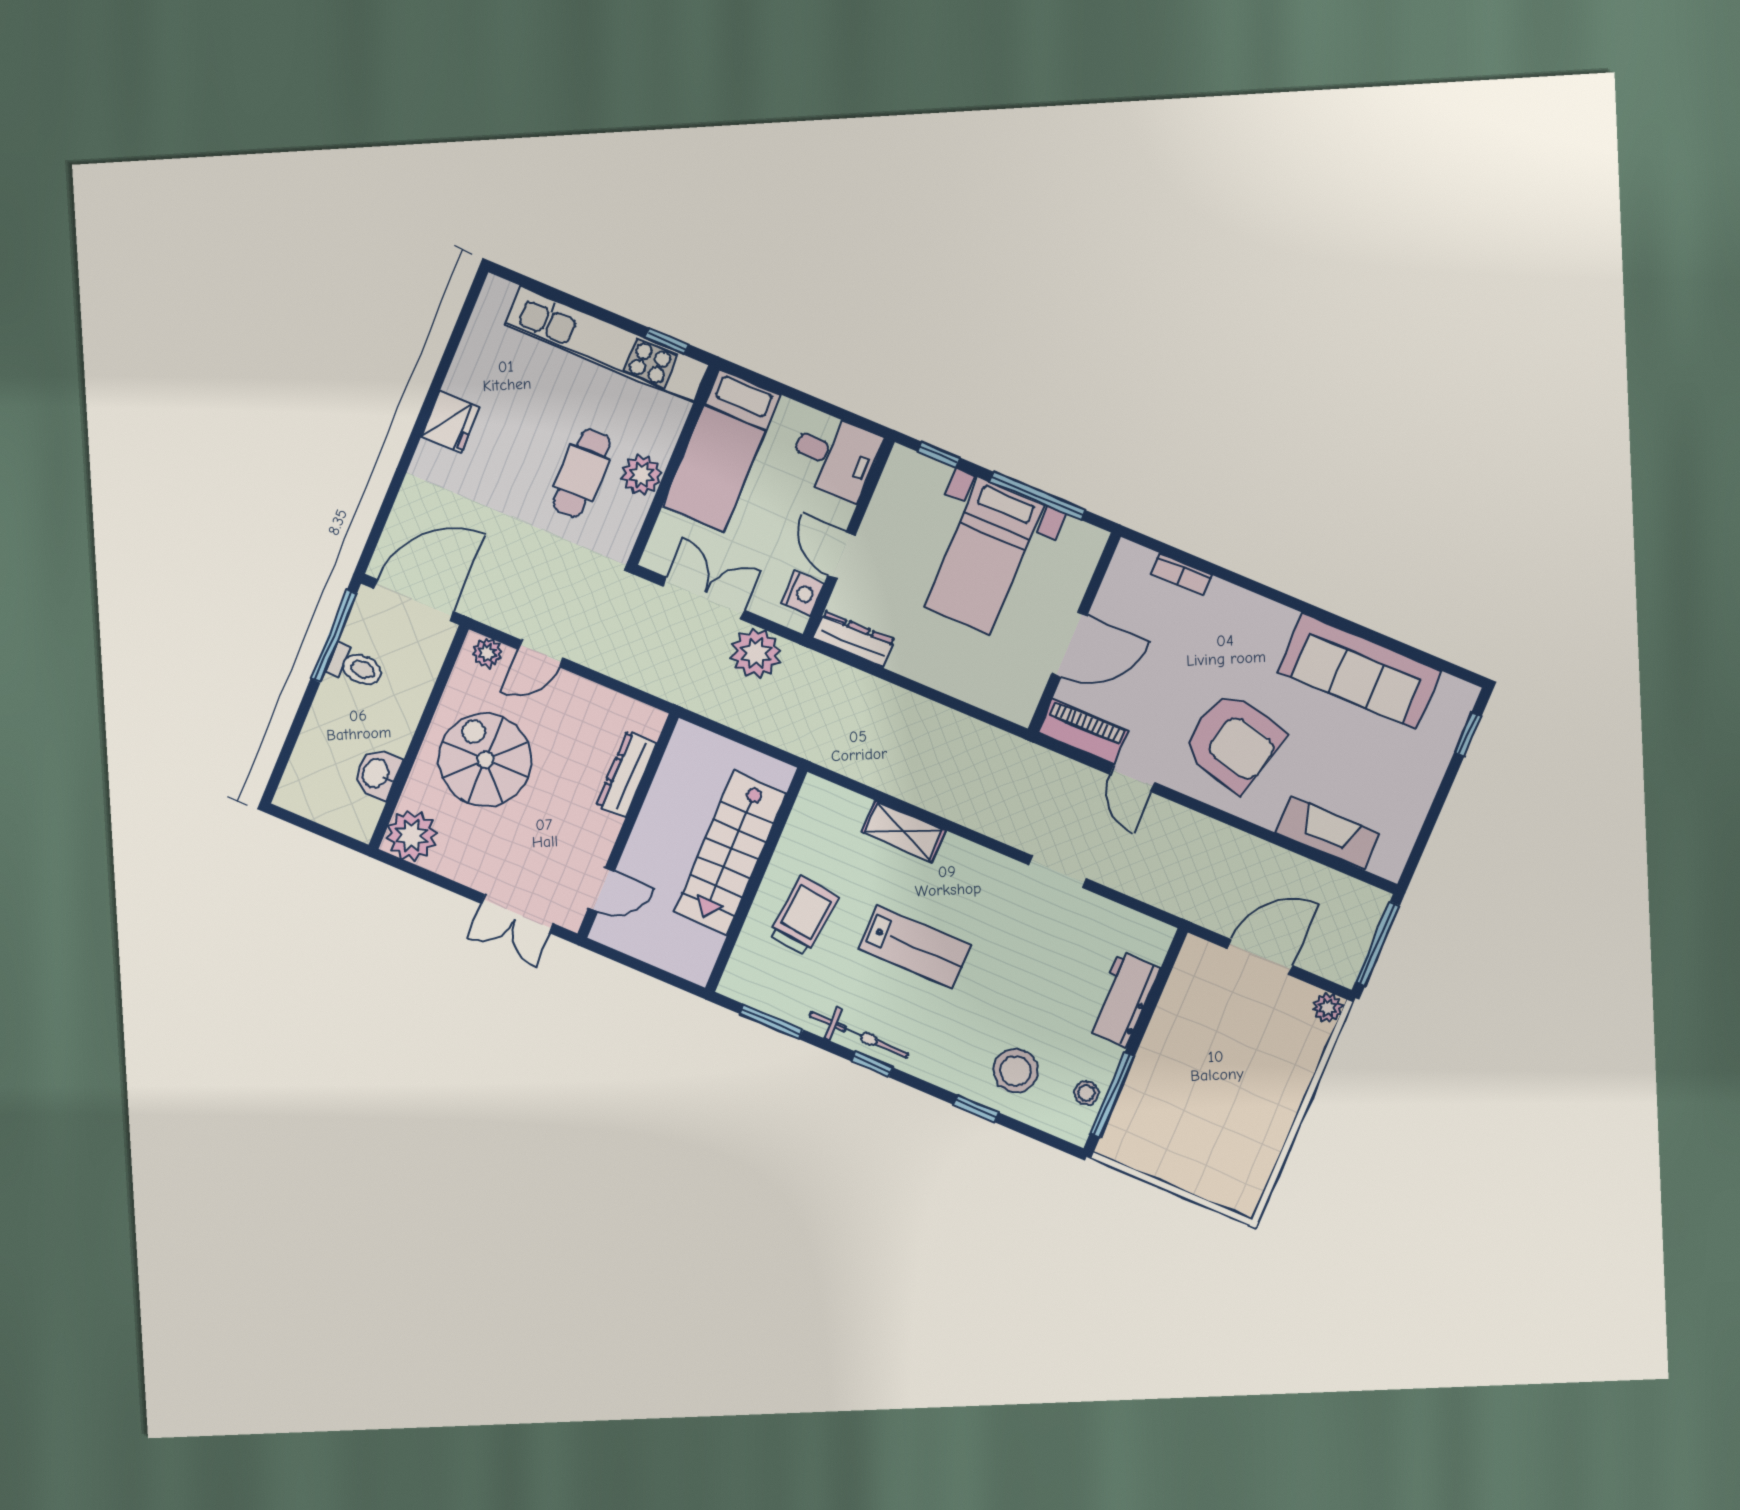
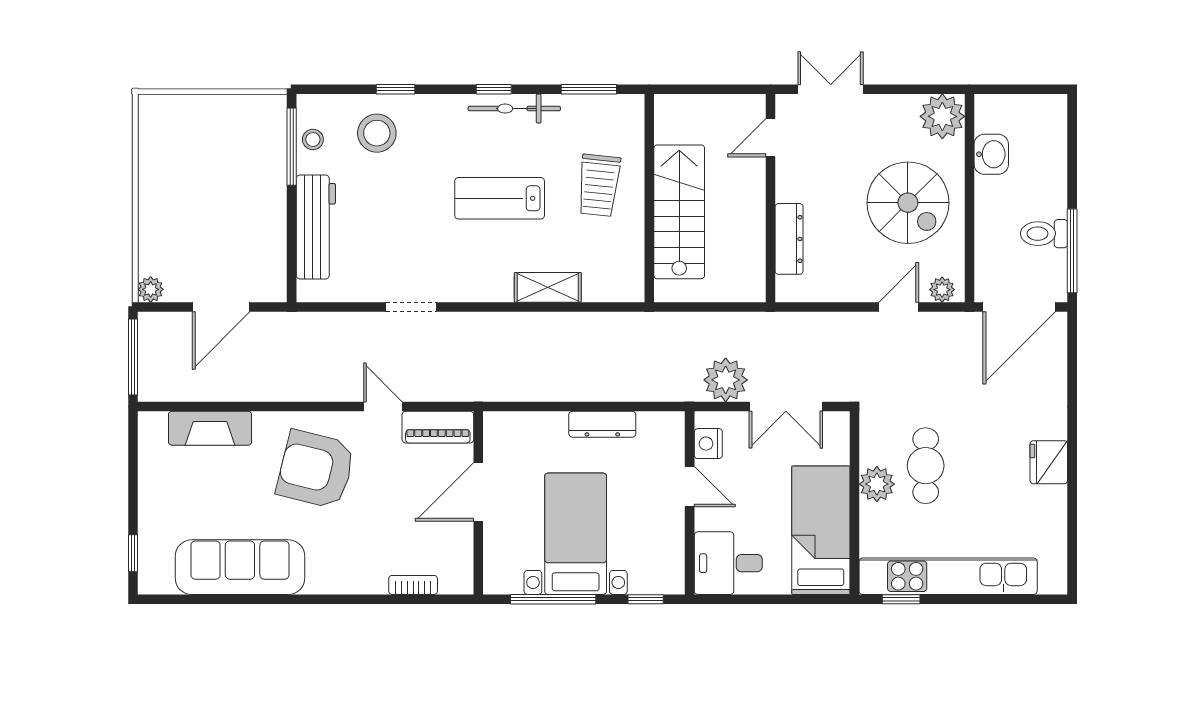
dresser: (854, 639) -> (602, 424), moved
workbench: (1123, 999) -> (316, 227), width x1.38

